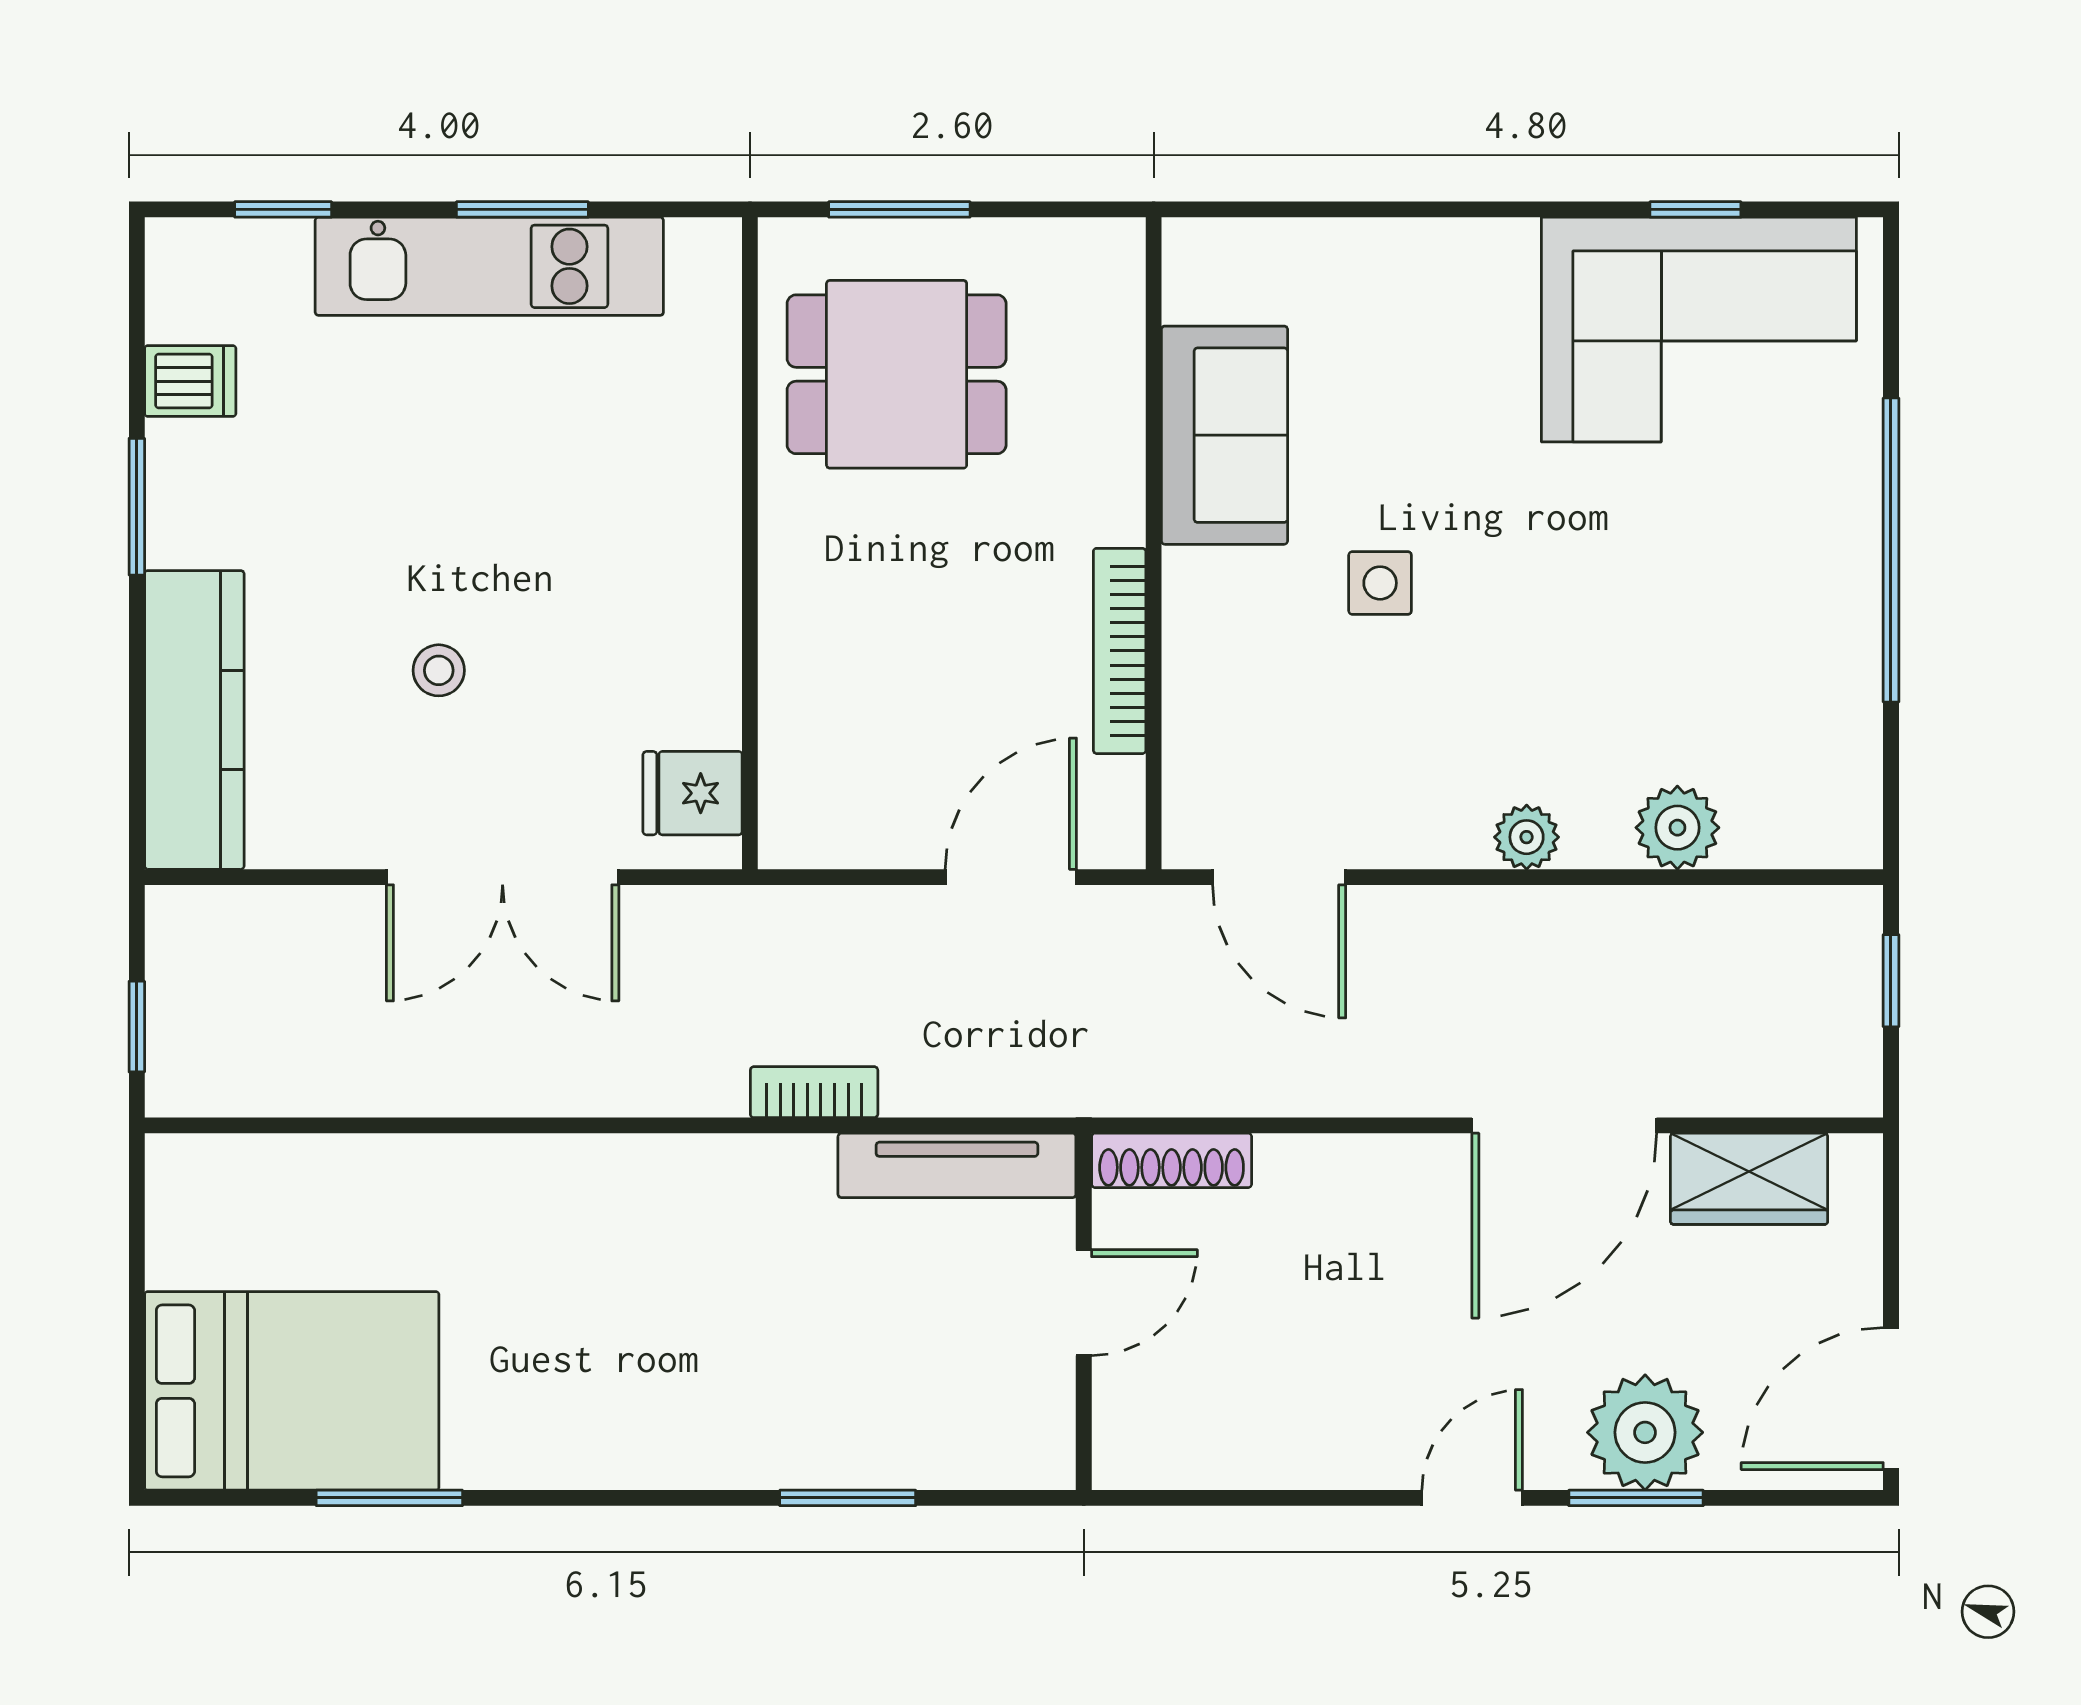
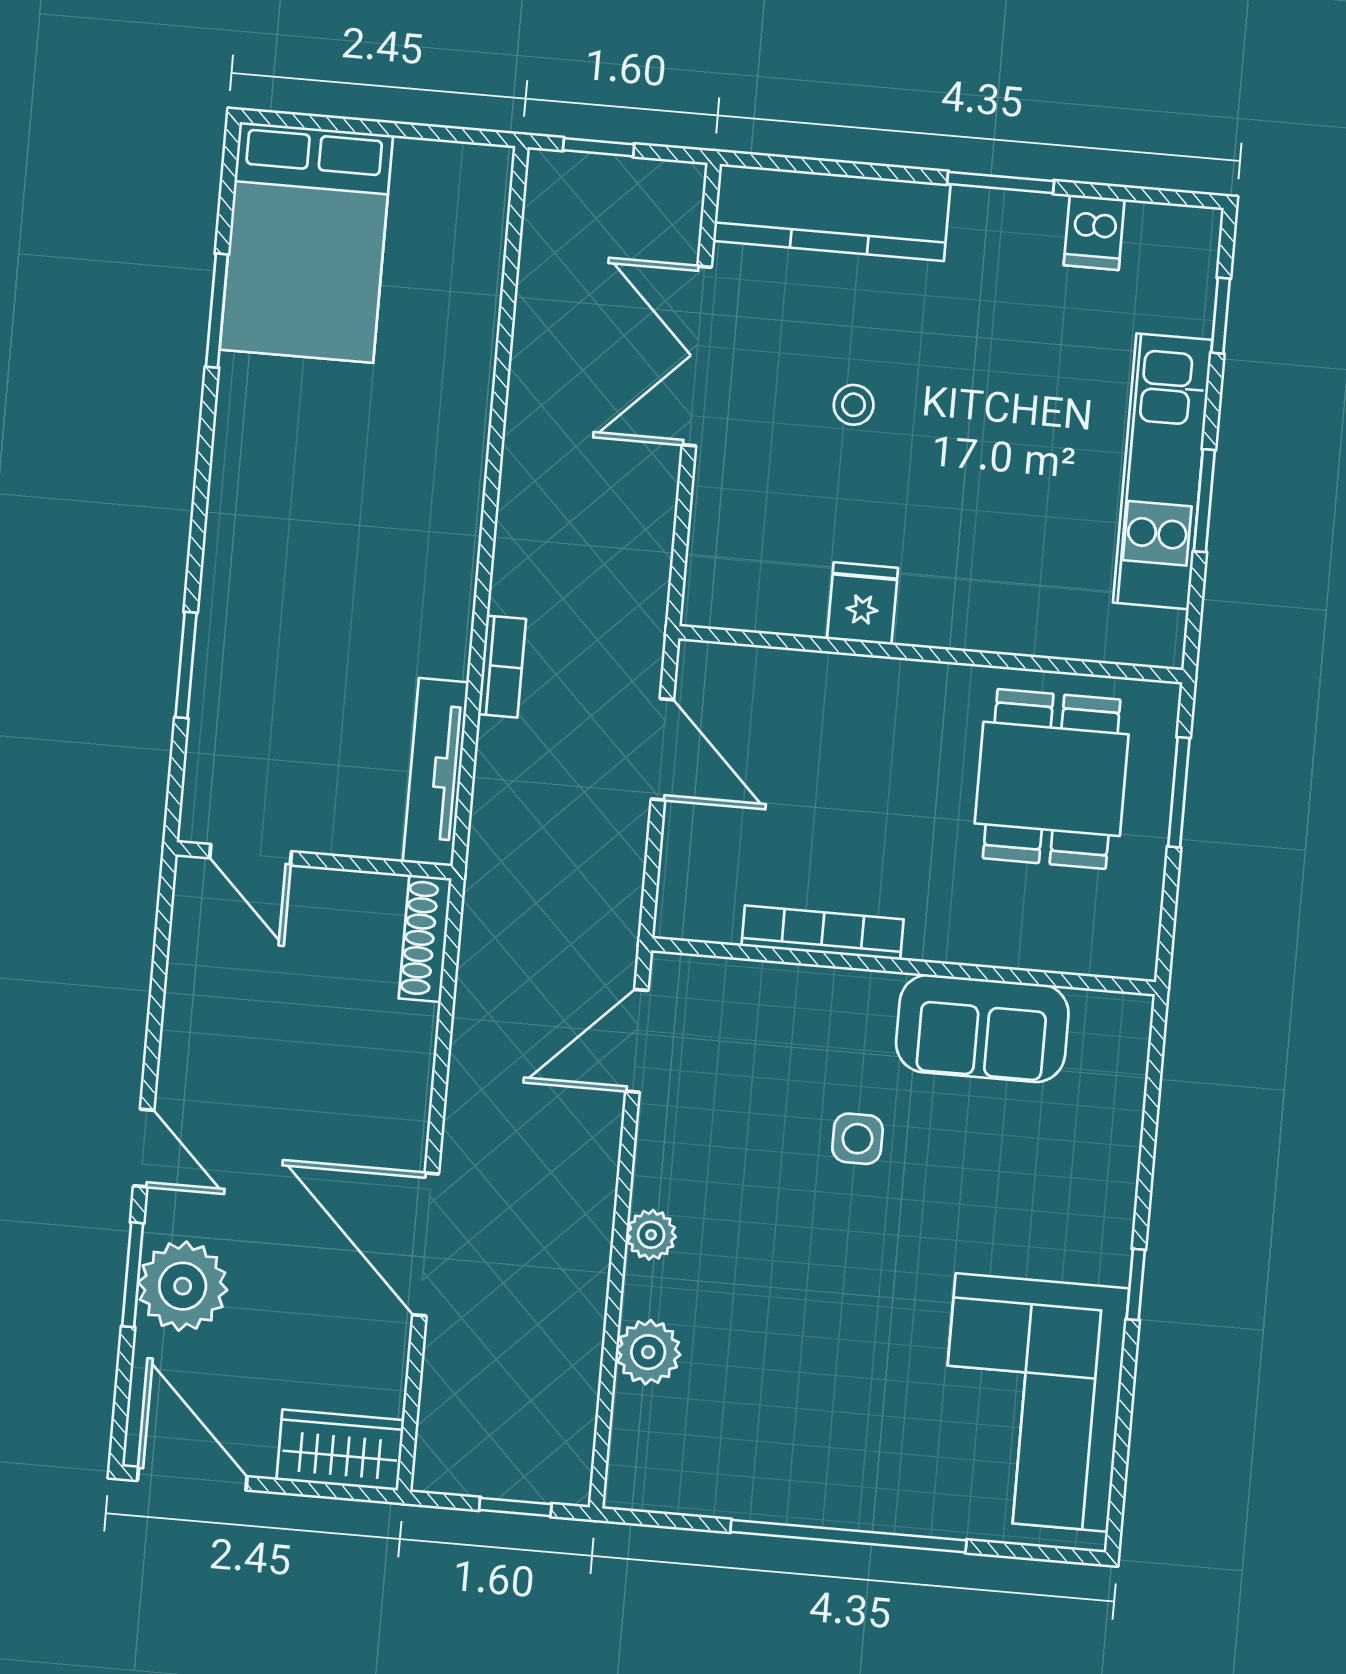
window: (1695, 209) -> (1136, 1285), moved
fridge: (693, 793) -> (863, 603), moved
double door: (503, 877) -> (697, 356), moved
door: (1011, 877) -> (662, 749), moved
wardrobe: (1749, 1179) -> (340, 1450), moved, turned 90
door: (1084, 1303) -> (251, 855), moved

